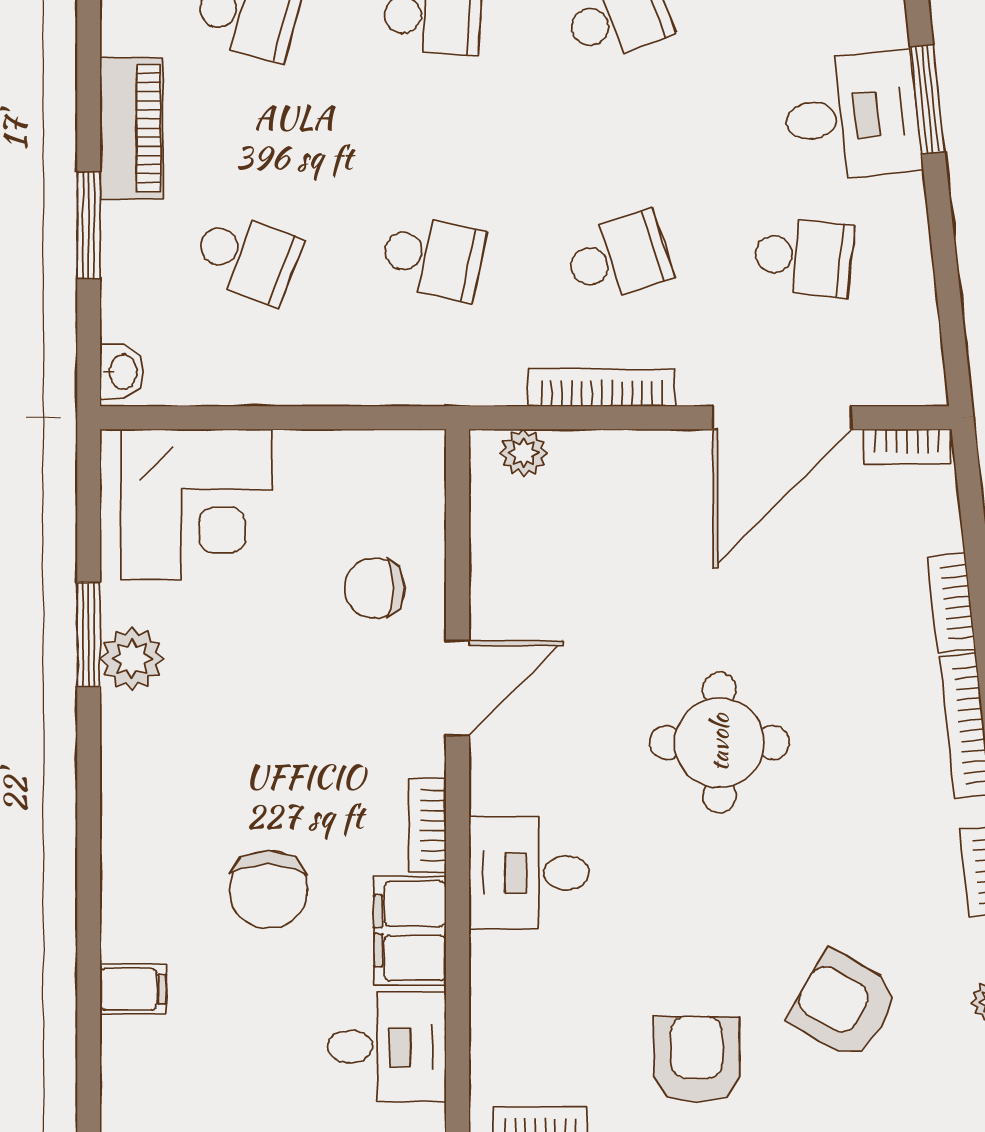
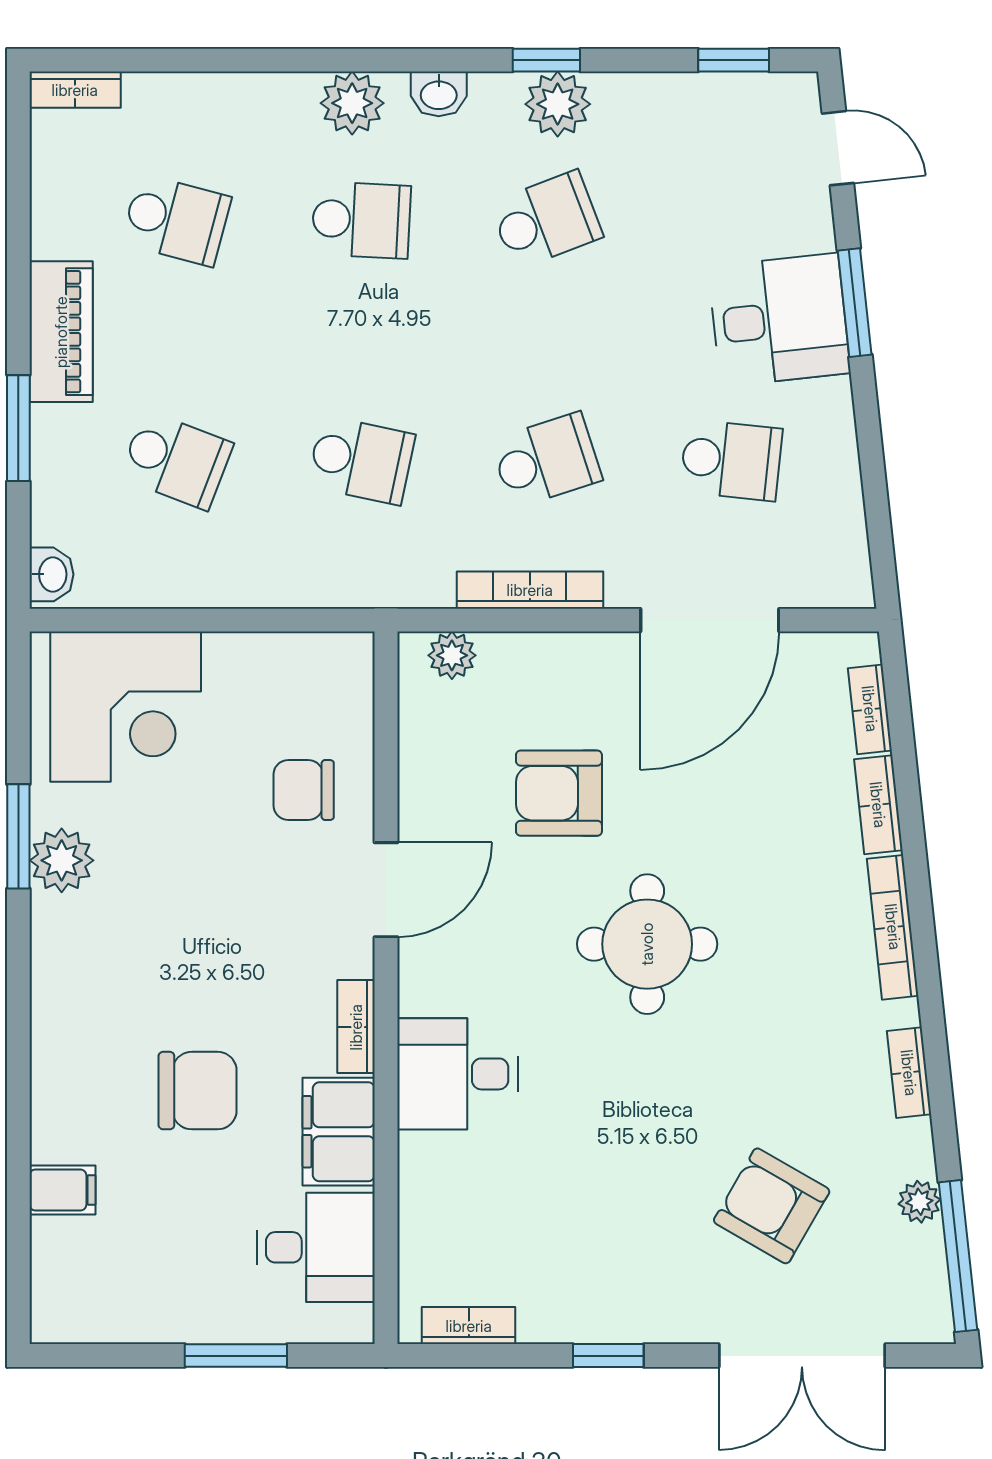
bookcase: (907, 446) -> (870, 709), moved, turned 84
chair: (268, 889) -> (198, 1091), turned -90
armchair: (697, 1059) -> (559, 793), moved, turned -90

